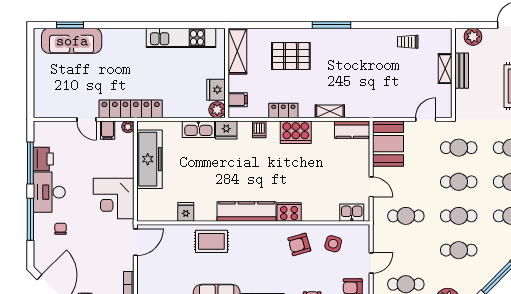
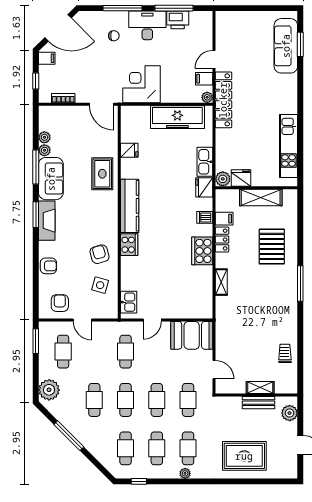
shelving: (237, 51) -> (261, 198), moved
filing cabinet: (238, 100) -> (224, 219), moved, turned -90
kitchen counter: (352, 130) -> (205, 303), removed

